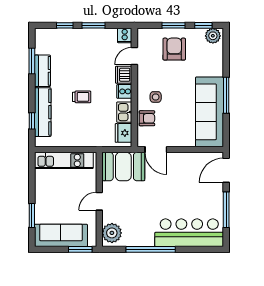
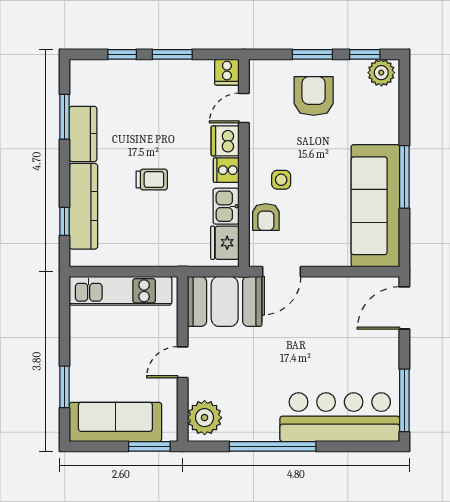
armchair: (147, 118) -> (266, 217), turned 90
door: (156, 149) -> (282, 272), hinge flipped
window: (226, 210) -> (404, 400), moved

